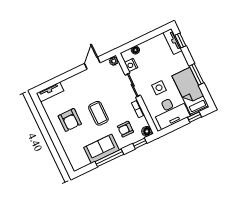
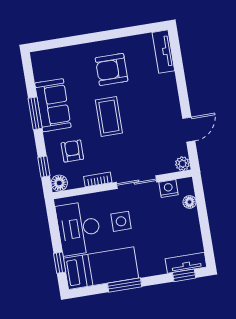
door: (92, 63) -> (189, 130), hinge flipped
coffee table: (98, 113) -> (109, 117), turned 90
window: (109, 158) -> (35, 113), width x0.69

